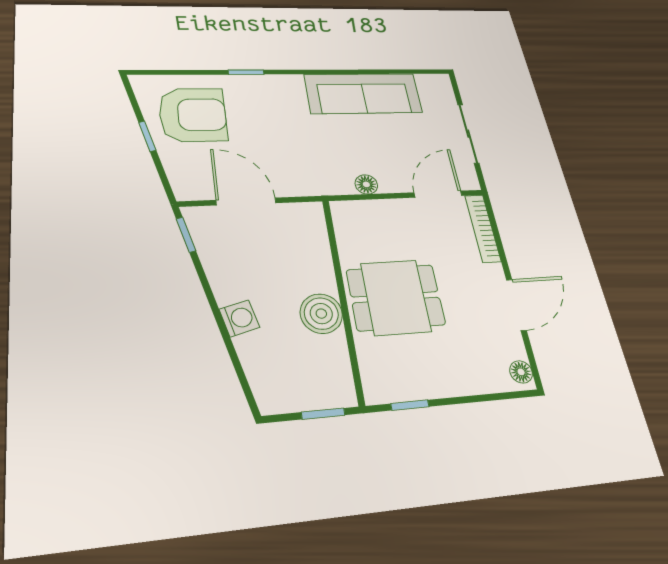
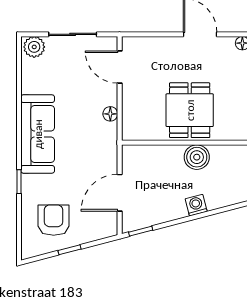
plant: (439, 89) -> (34, 47), added
sofa: (363, 93) -> (38, 134), moved
armchair: (193, 115) -> (54, 220), width x0.73, depth x0.73
bookcase: (483, 228) -> (146, 43), removed

